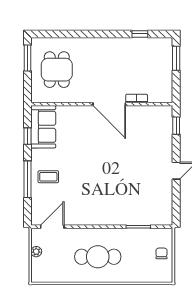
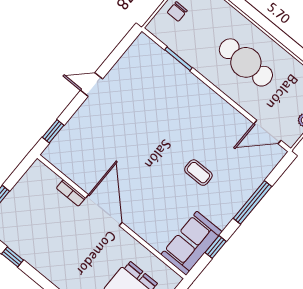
coffee table: (48, 177) -> (198, 173), moved

